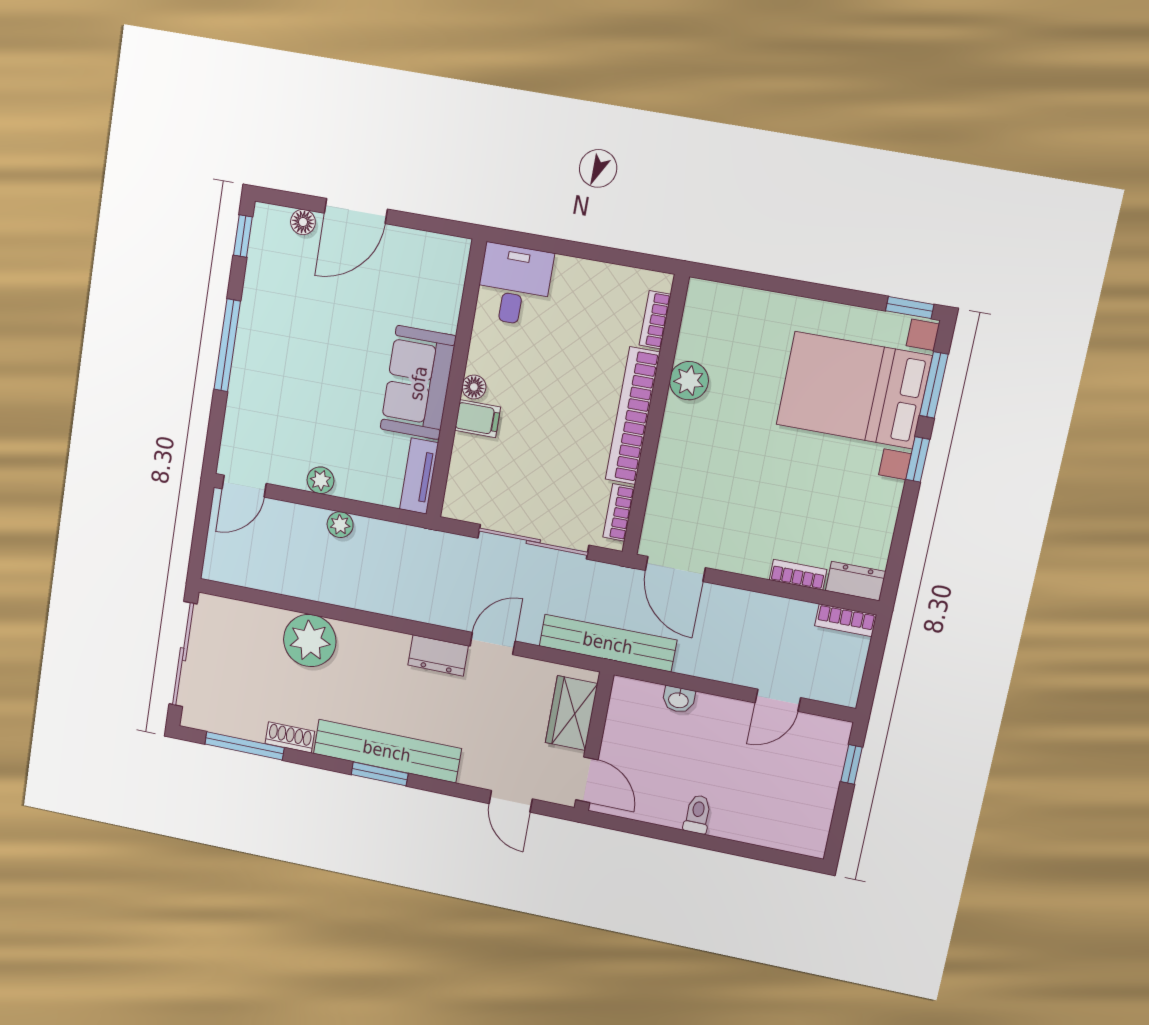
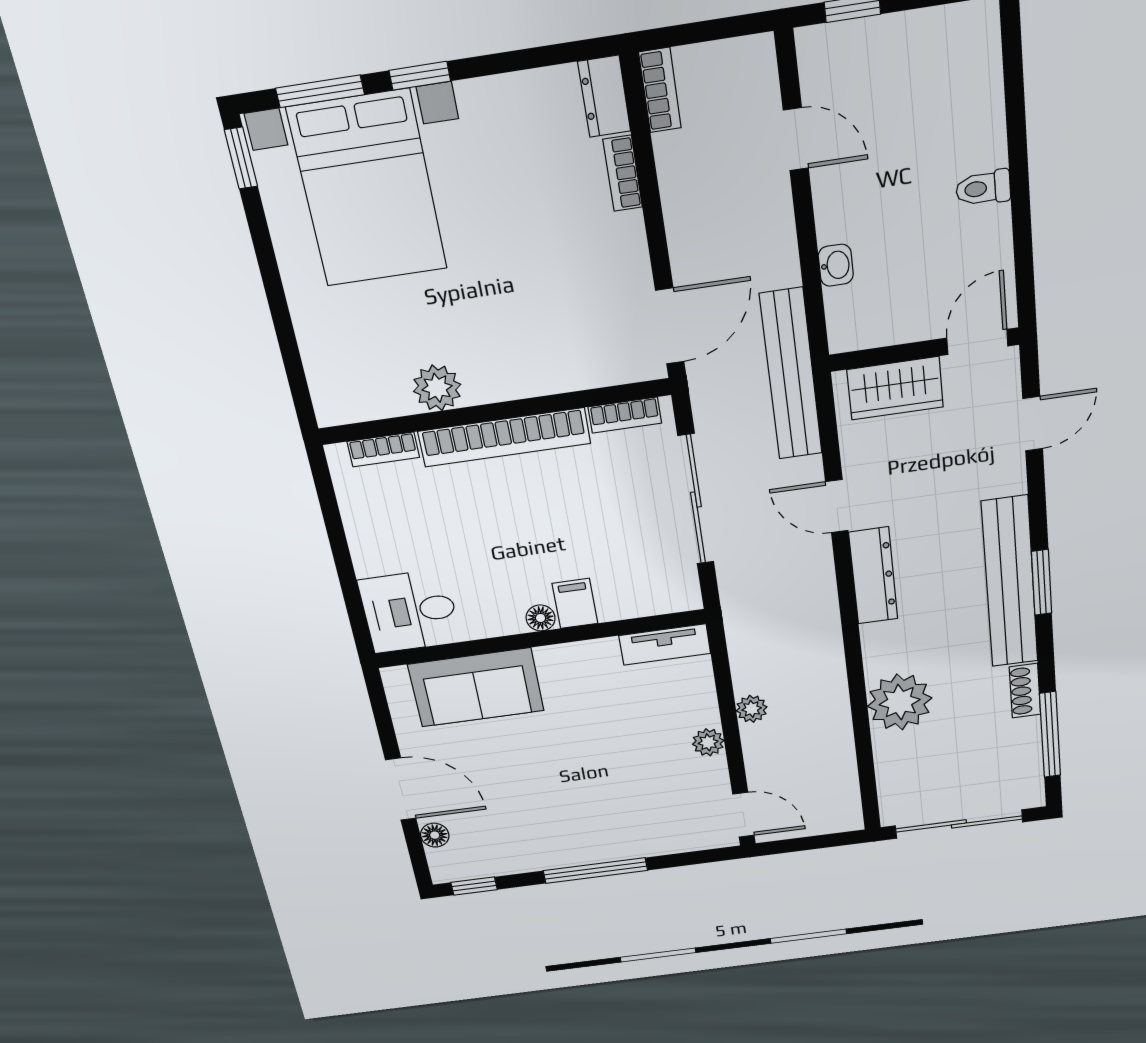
sofa: (418, 383) -> (476, 688), moved
dresser: (438, 655) -> (873, 576), width x1.44

